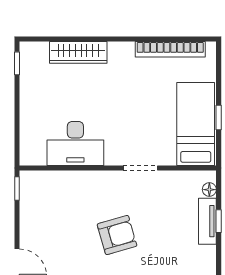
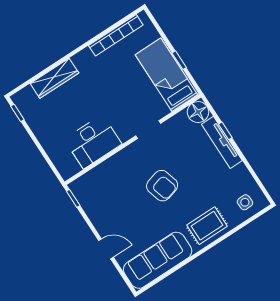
floor lamp: (209, 190) -> (198, 112), width x1.89, depth x1.89
tv unit: (207, 221) -> (222, 142), width x1.41
armchair: (117, 235) -> (162, 186), turned 90

